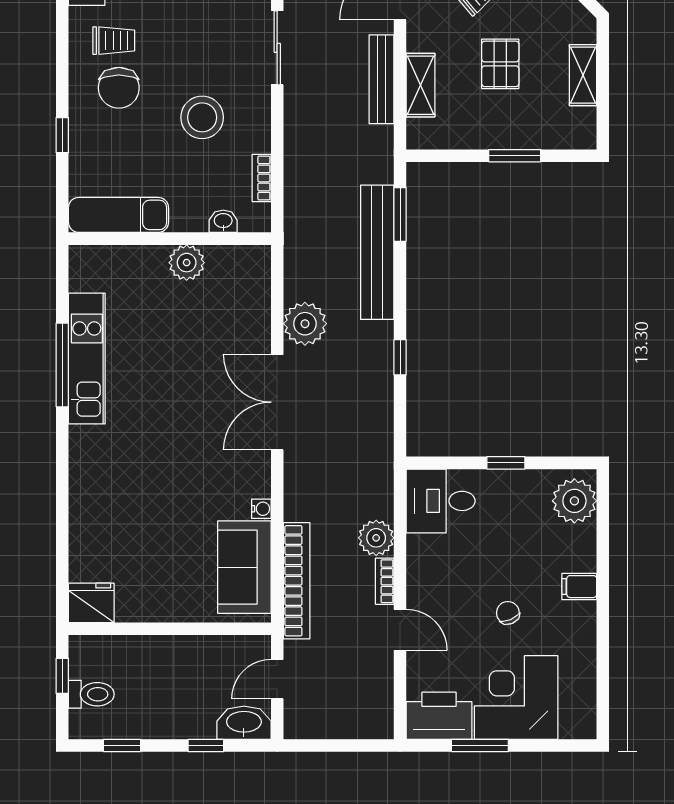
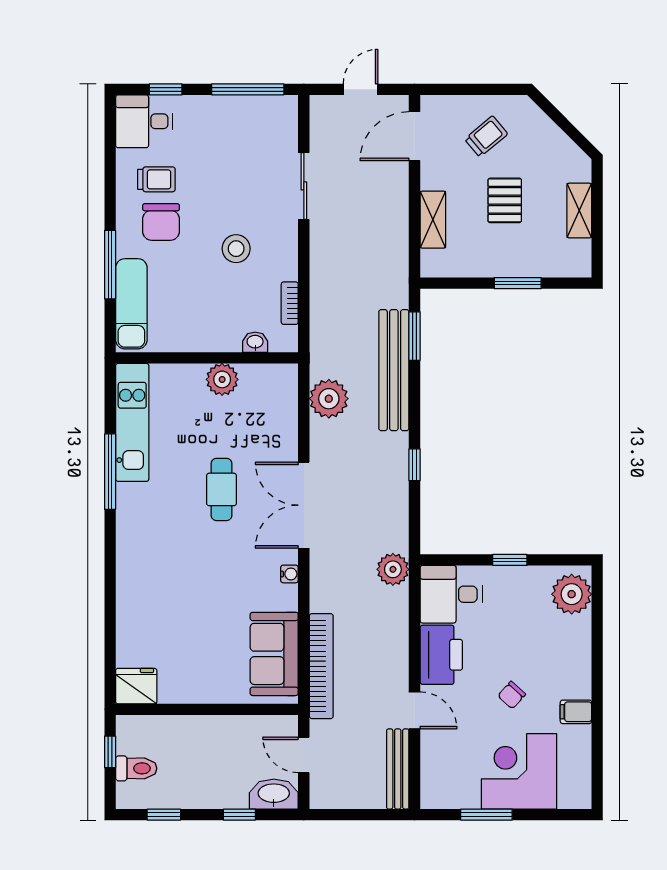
bench: (382, 79) -> (398, 769), moved
stool: (202, 117) -> (236, 249), width x0.73, depth x0.73
window: (62, 135) -> (110, 265), width x2.17
exam couch: (118, 215) -> (131, 304), moved, turned 90
plant: (305, 324) -> (329, 399), moved
kitchen unit: (87, 359) -> (132, 422), moved
cafe table: (186, 385) -> (221, 489), added
water cooler: (261, 509) -> (289, 574), moved
plant: (376, 538) -> (393, 569), moved
bookcase: (385, 581) -> (401, 667), removed
filing cabinet: (579, 587) -> (576, 712), moved
chair: (508, 613) -> (512, 695), turned -115
door: (277, 679) -> (304, 755), hinge flipped
printer: (439, 716) -> (441, 655), moved, turned 90

